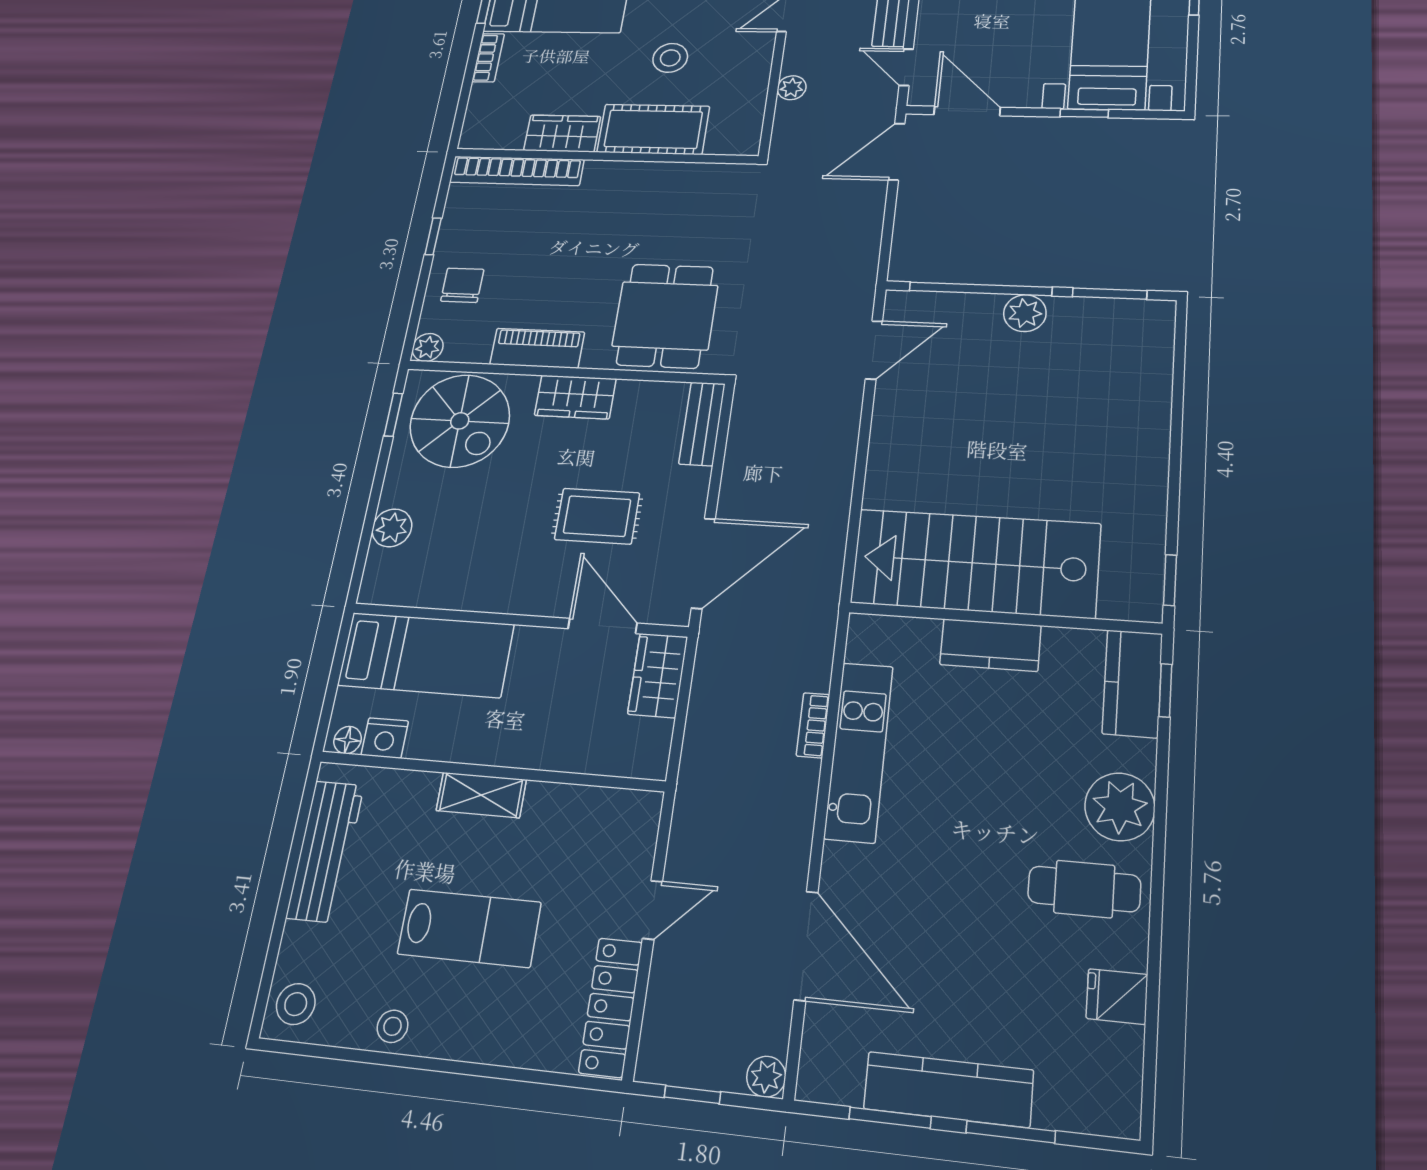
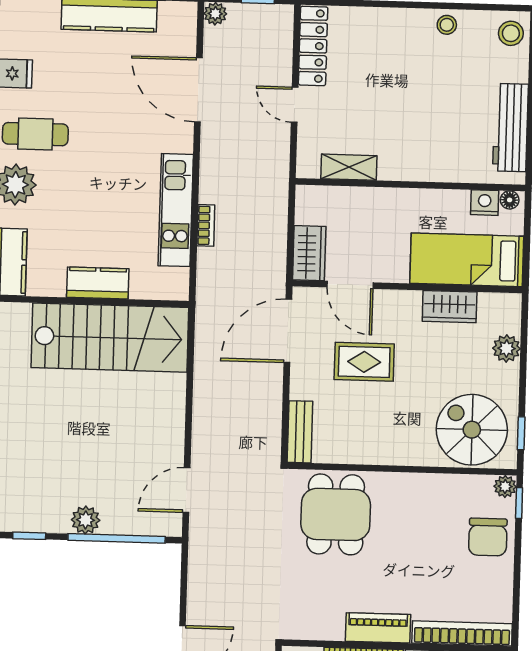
window: (433, 236) -> (519, 503), moved
chair: (462, 285) -> (488, 537), width x1.37, depth x1.37
window: (1110, 294) -> (29, 536), width x0.67
piano: (537, 348) -> (378, 628), moved, turned 180
wardrobe: (575, 397) -> (450, 307), moved, turned 180
shelving: (481, 795) -> (349, 167), moved
door: (652, 910) -> (295, 105), hinge flipped
lab bench: (469, 928) -> (408, 86), removed

